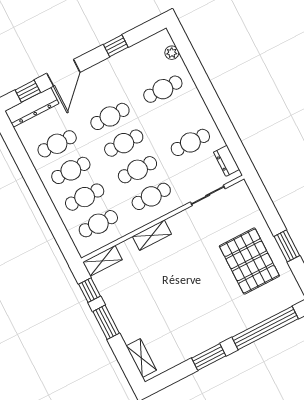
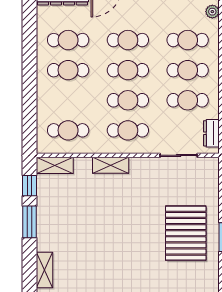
cafe table: (85, 197) -> (188, 70), moved

